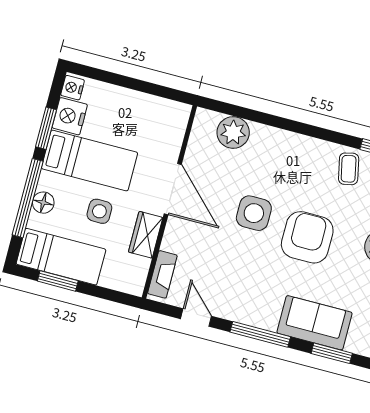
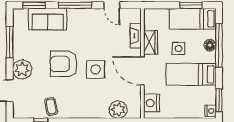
nightstand: (70, 116) -> (152, 103), moved, turned 180
window: (46, 128) -> (219, 100), moved
armchair: (307, 237) -> (64, 64), turned 90
fireplace: (162, 274) -> (136, 36), moved

